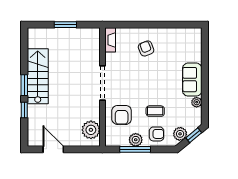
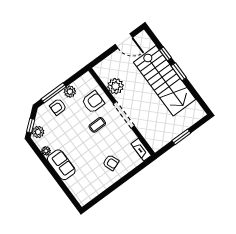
stairs: (38, 76) -> (165, 81), width x1.36, depth x1.51
coffee table: (155, 111) -> (97, 125), moved
armchair: (122, 115) -> (93, 102), turned 90
plant: (91, 130) -> (115, 86), moved
plant: (180, 134) -> (38, 132), moved
window: (135, 149) -> (54, 93), moved

